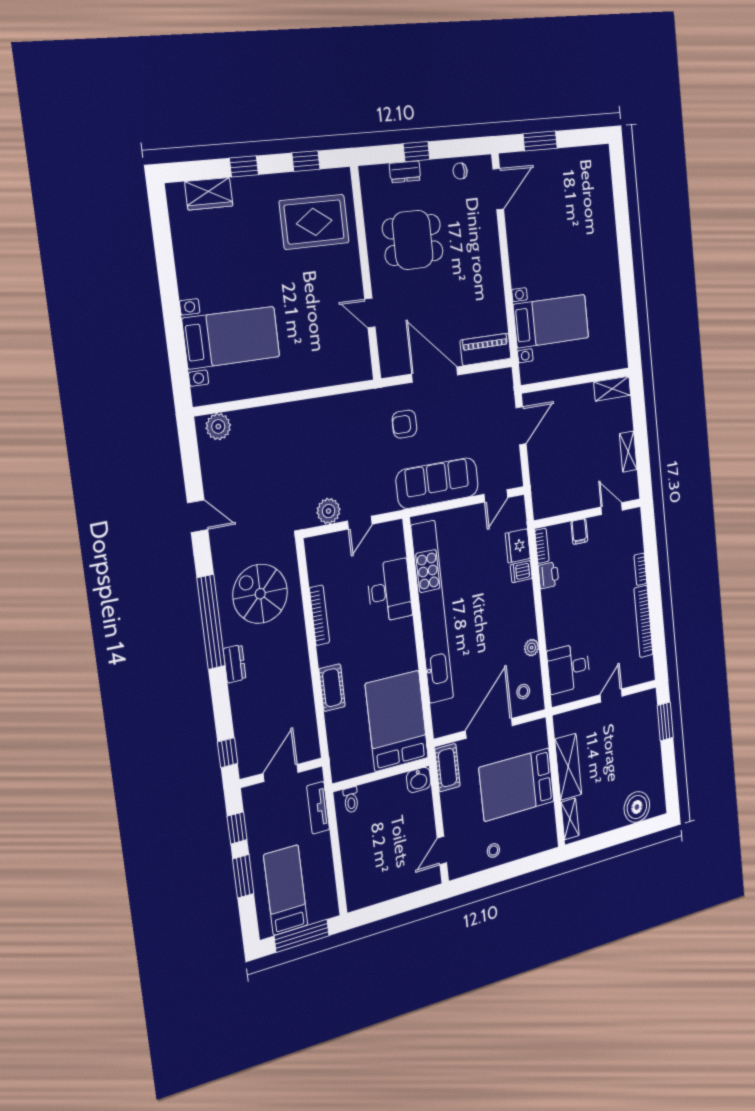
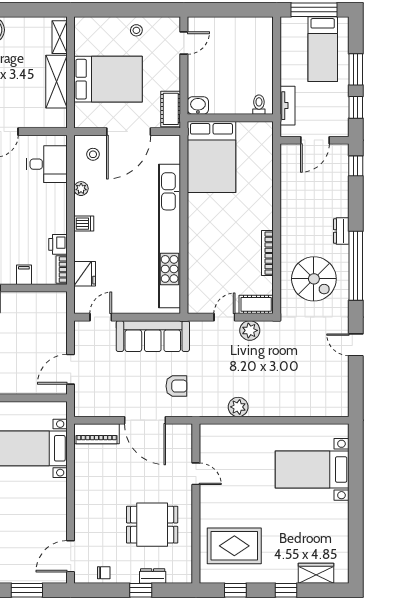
plant: (218, 427) -> (238, 407), moved
dishwasher: (521, 572) -> (84, 224), moved
desk: (389, 591) -> (205, 260), removed
cot: (332, 688) -> (256, 304), moved, turned 90

